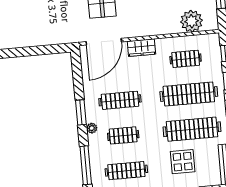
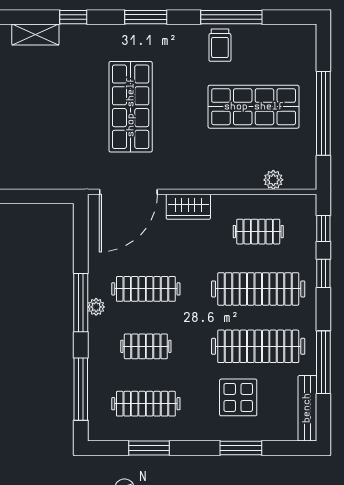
plant: (192, 21) -> (273, 180), width x0.53, depth x0.53
window: (81, 112) -> (81, 303), width x1.44
plant: (92, 128) -> (96, 307), moved

